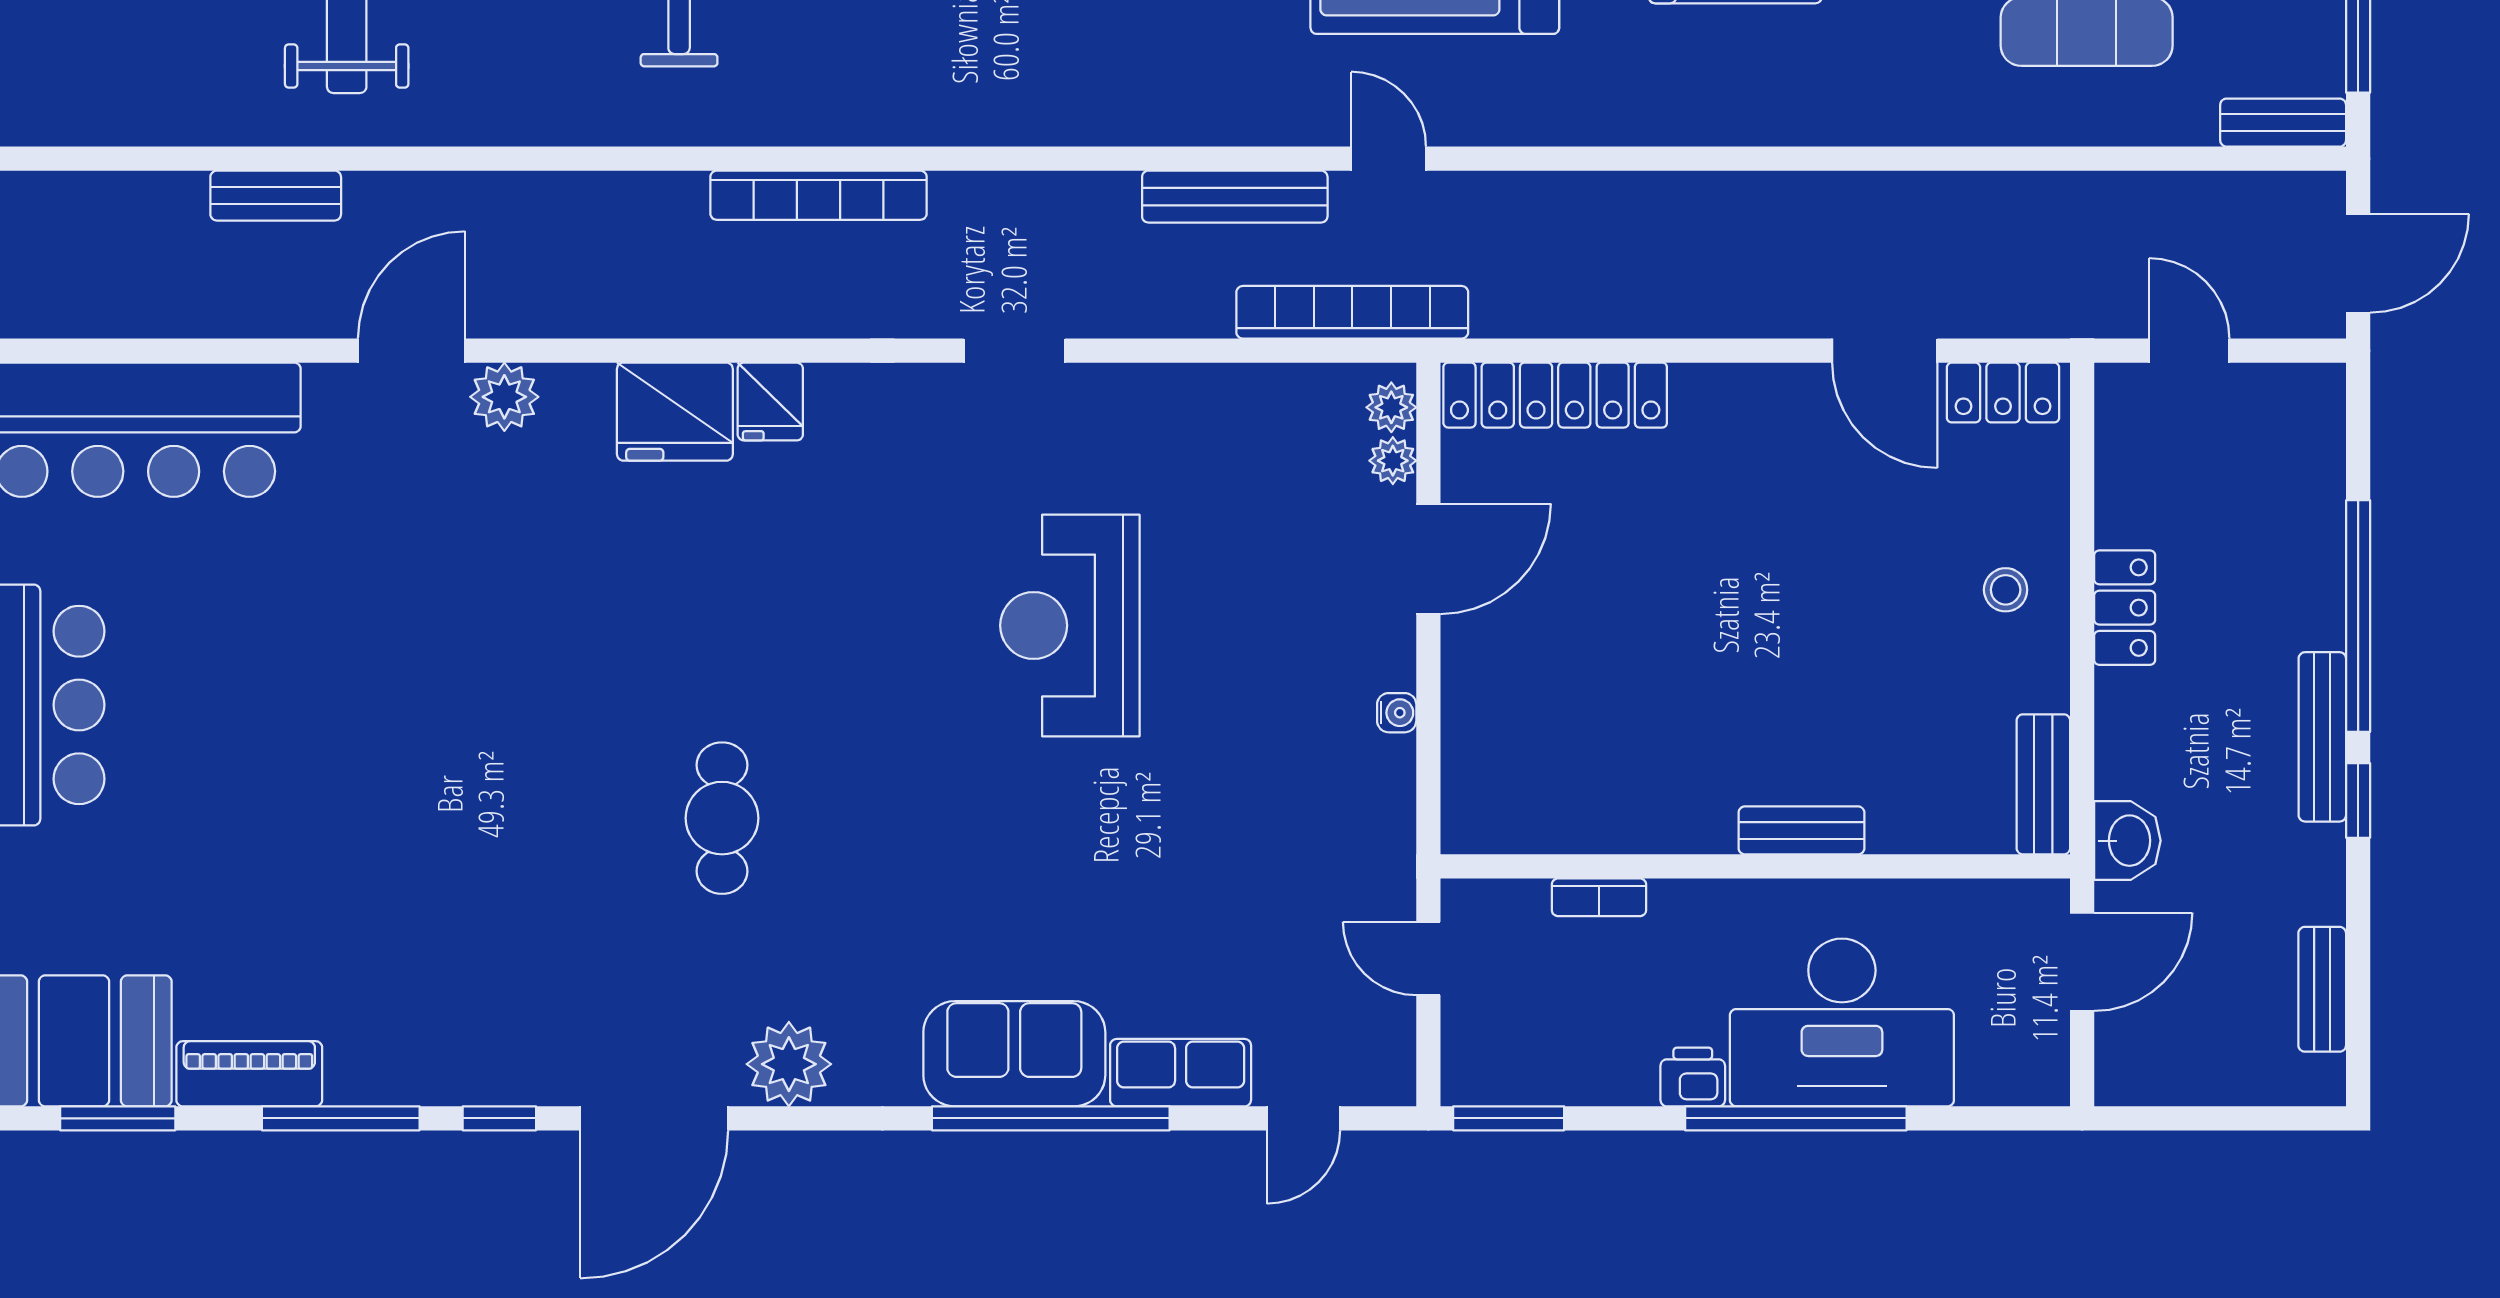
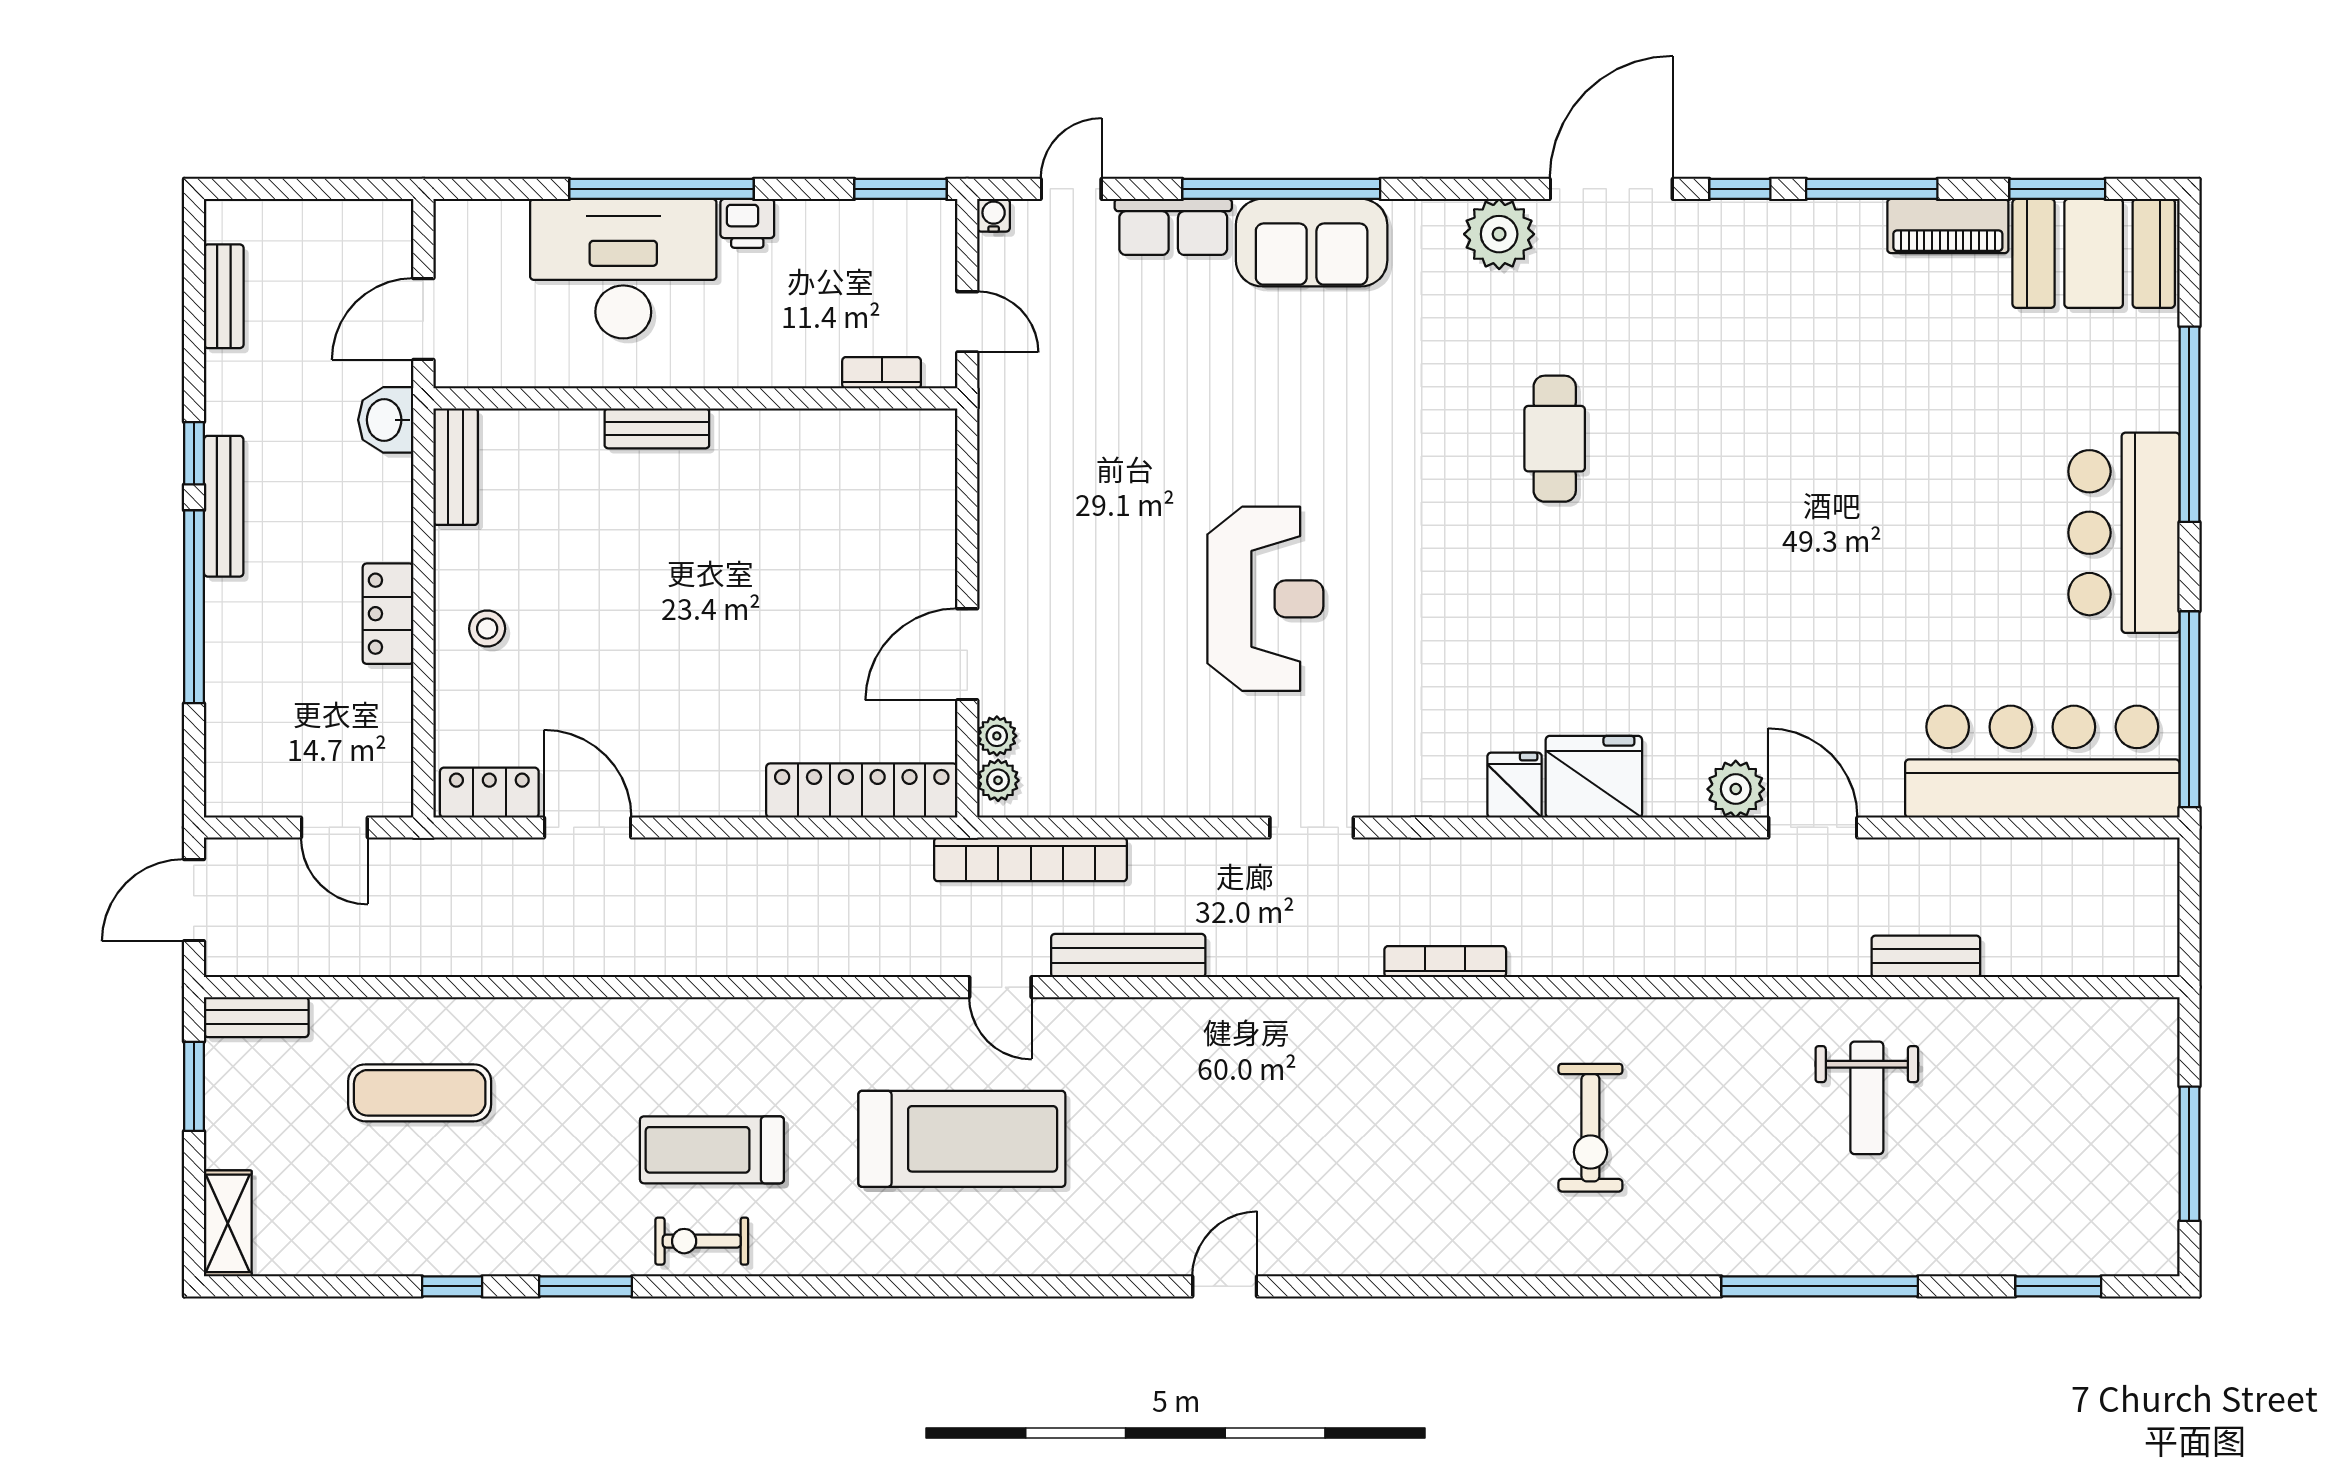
bookcase: (819, 195) -> (1445, 962), width x0.68, depth x0.76
door: (412, 351) -> (1813, 827), swing flipped
water cooler: (1397, 713) -> (994, 215), moved, turned 90
bookcase: (1599, 897) -> (882, 373), moved

